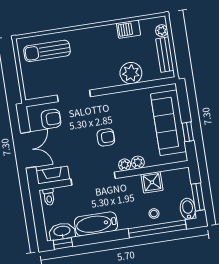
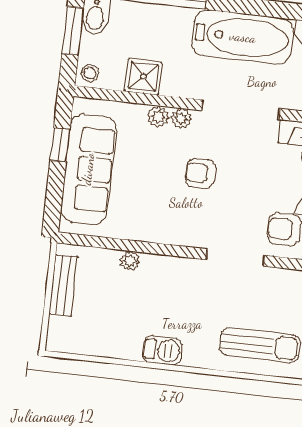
barbecue: (129, 29) -> (163, 350), moved
plant: (162, 31) -> (58, 327), removed
plant: (131, 73) -> (130, 261), width x0.53, depth x0.53
stool: (154, 214) -> (90, 73), moved
bathtub: (96, 224) -> (243, 37), width x1.36, depth x1.36

